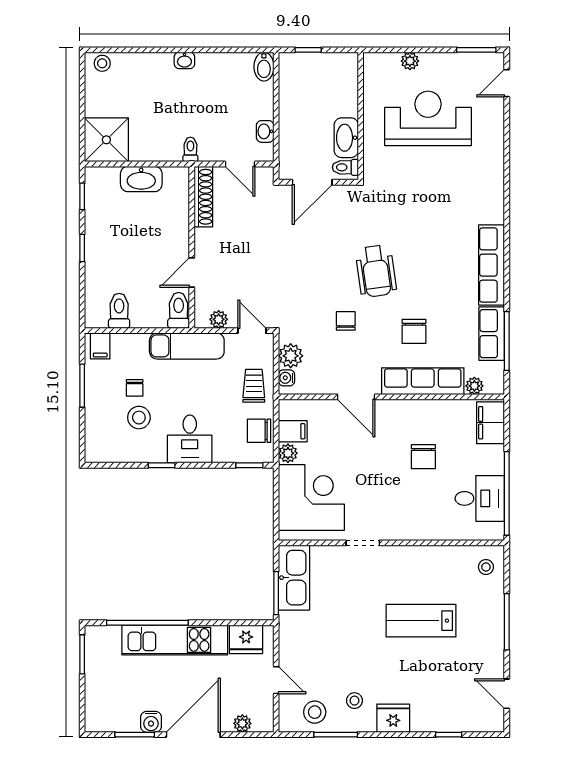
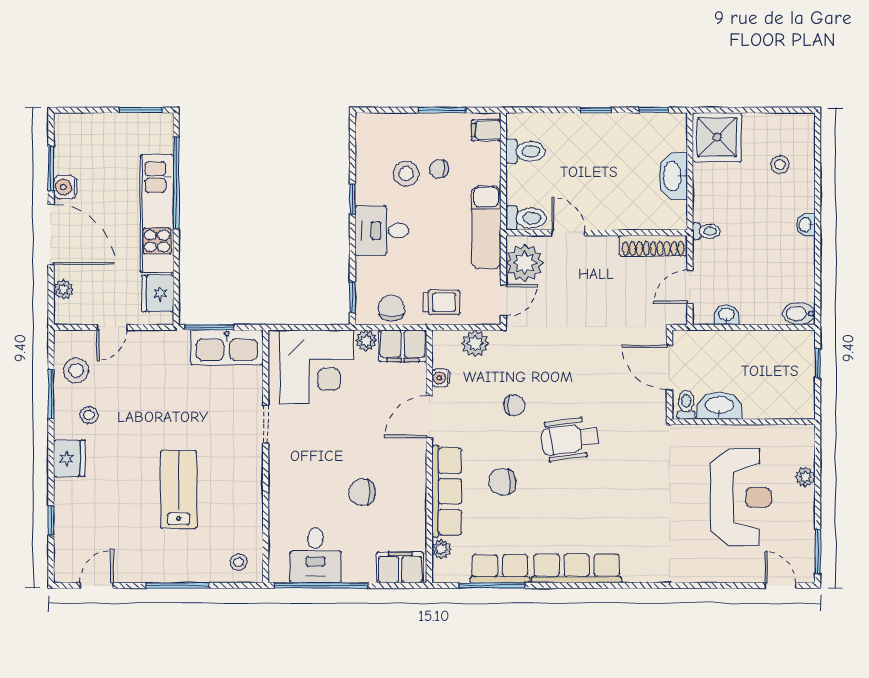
stool: (102, 63) -> (780, 165), moved
plant: (219, 319) -> (525, 263), width x1.88, depth x1.88
water cooler: (287, 378) -> (441, 378), moved, turned -90
filing cabinet: (293, 431) -> (403, 346), width x2.00

